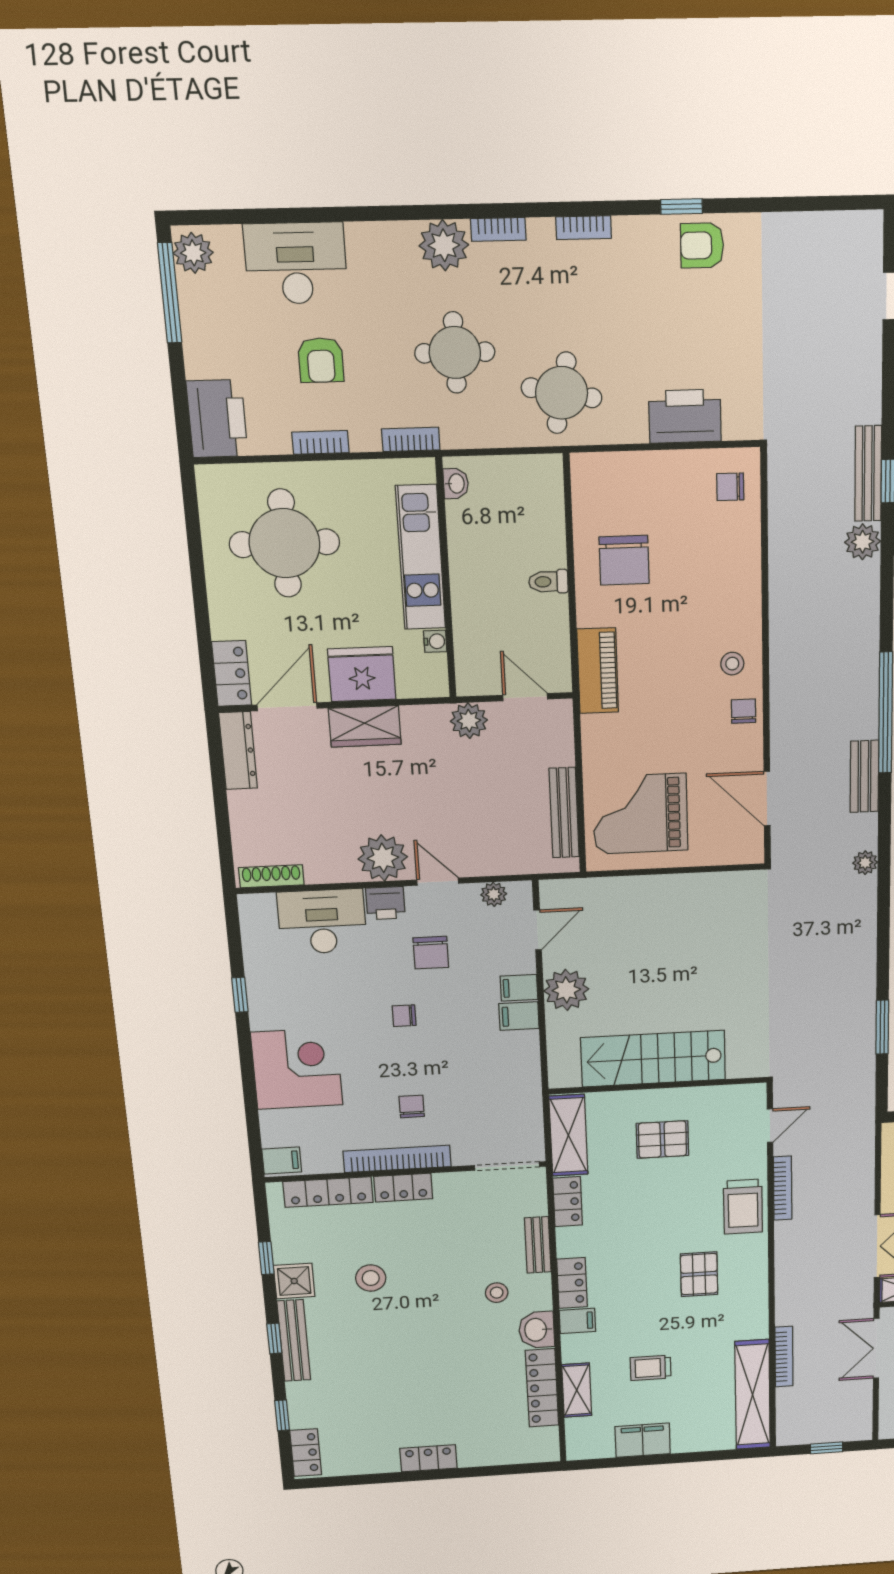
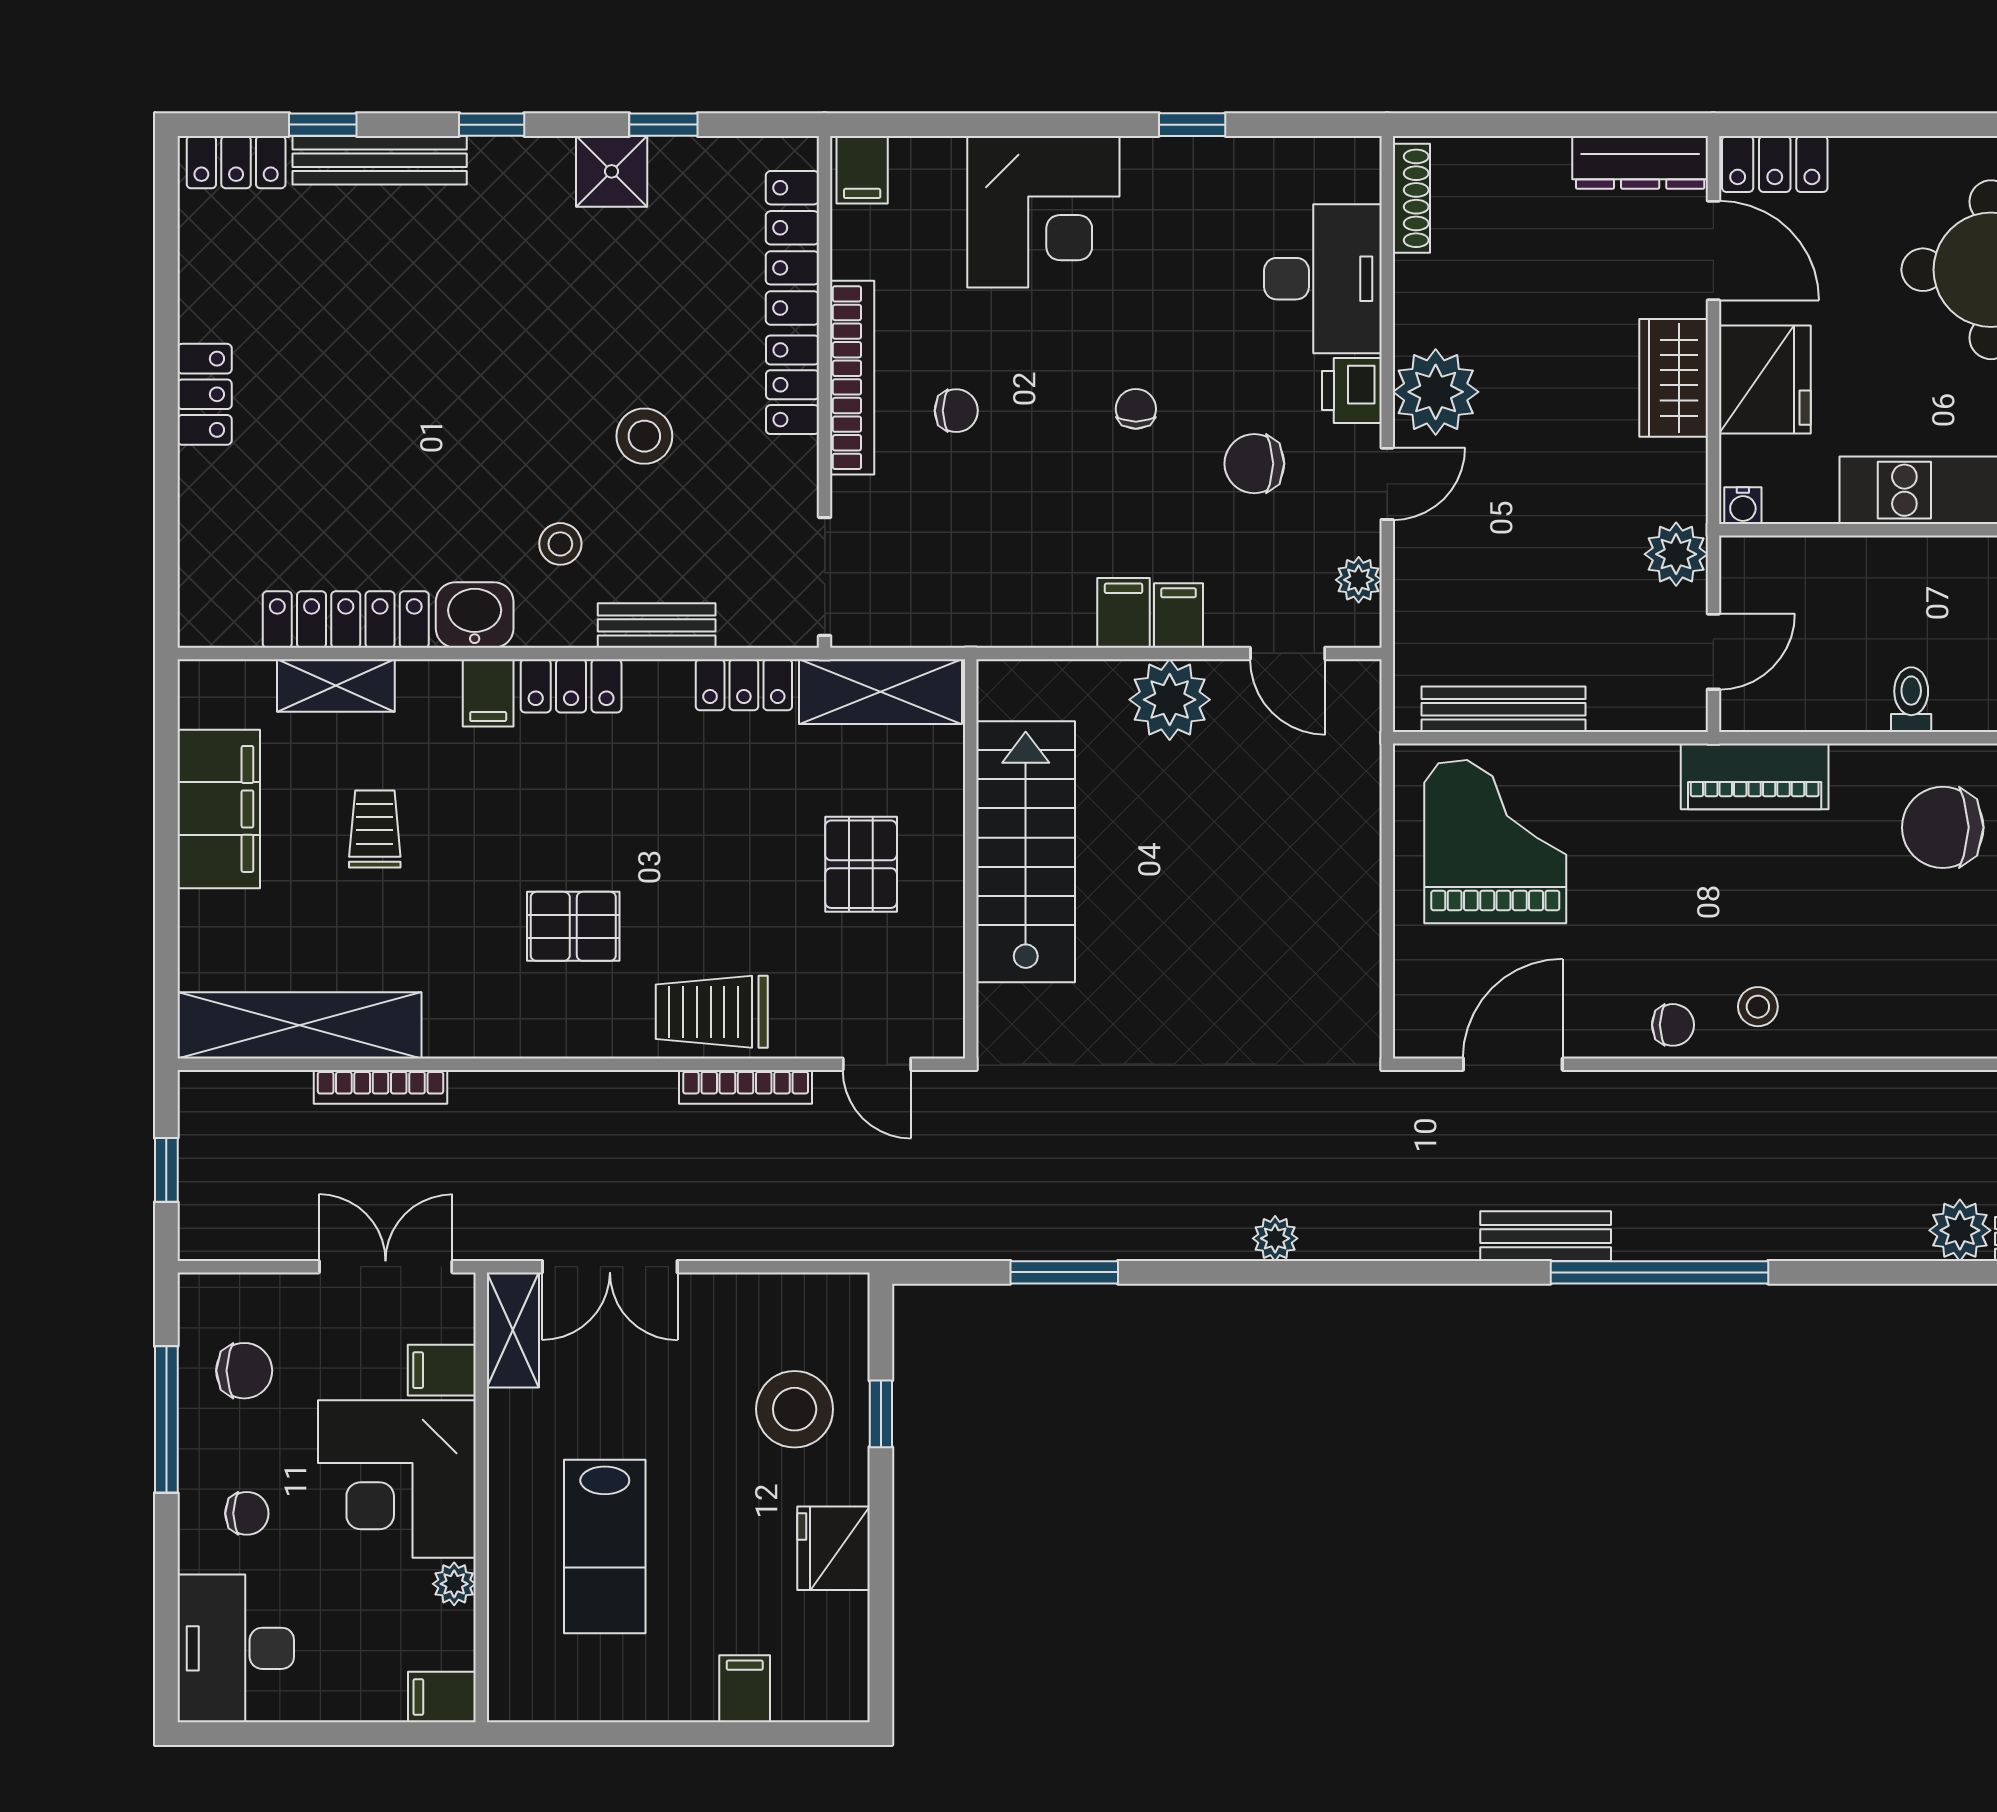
water cooler: (435, 641) -> (1743, 506), moved
plant: (865, 863) -> (1275, 1238), moved
stool: (371, 1278) -> (644, 436), moved
bench: (294, 1341) -> (380, 160), moved
filing cabinet: (643, 1440) -> (219, 809), width x1.50, depth x1.17

